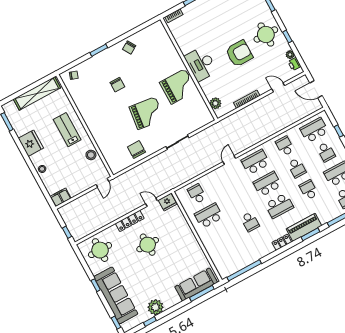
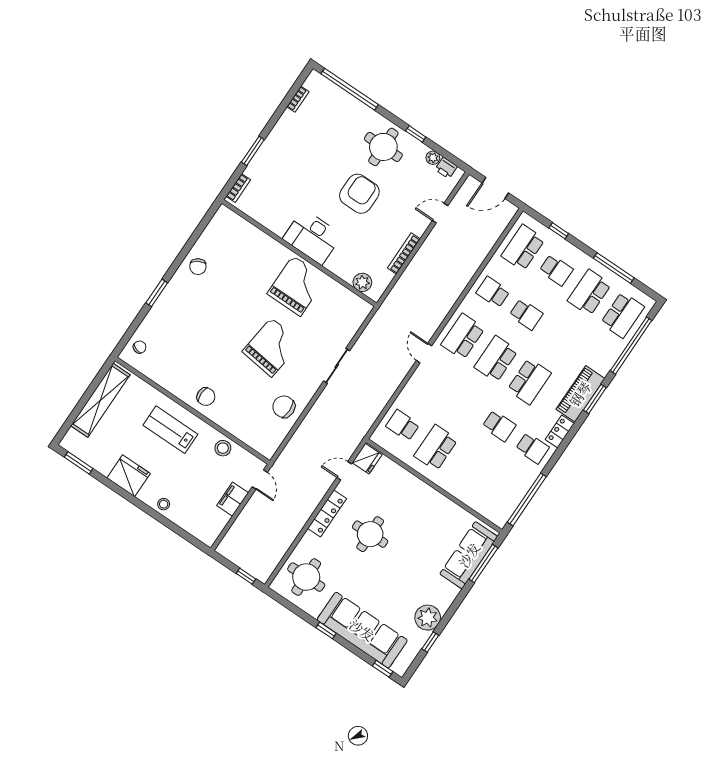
chair: (117, 85) -> (206, 397), moved
school desk: (309, 190) -> (532, 448), moved, turned 180
filing cabinet: (61, 197) -> (233, 499), moved

